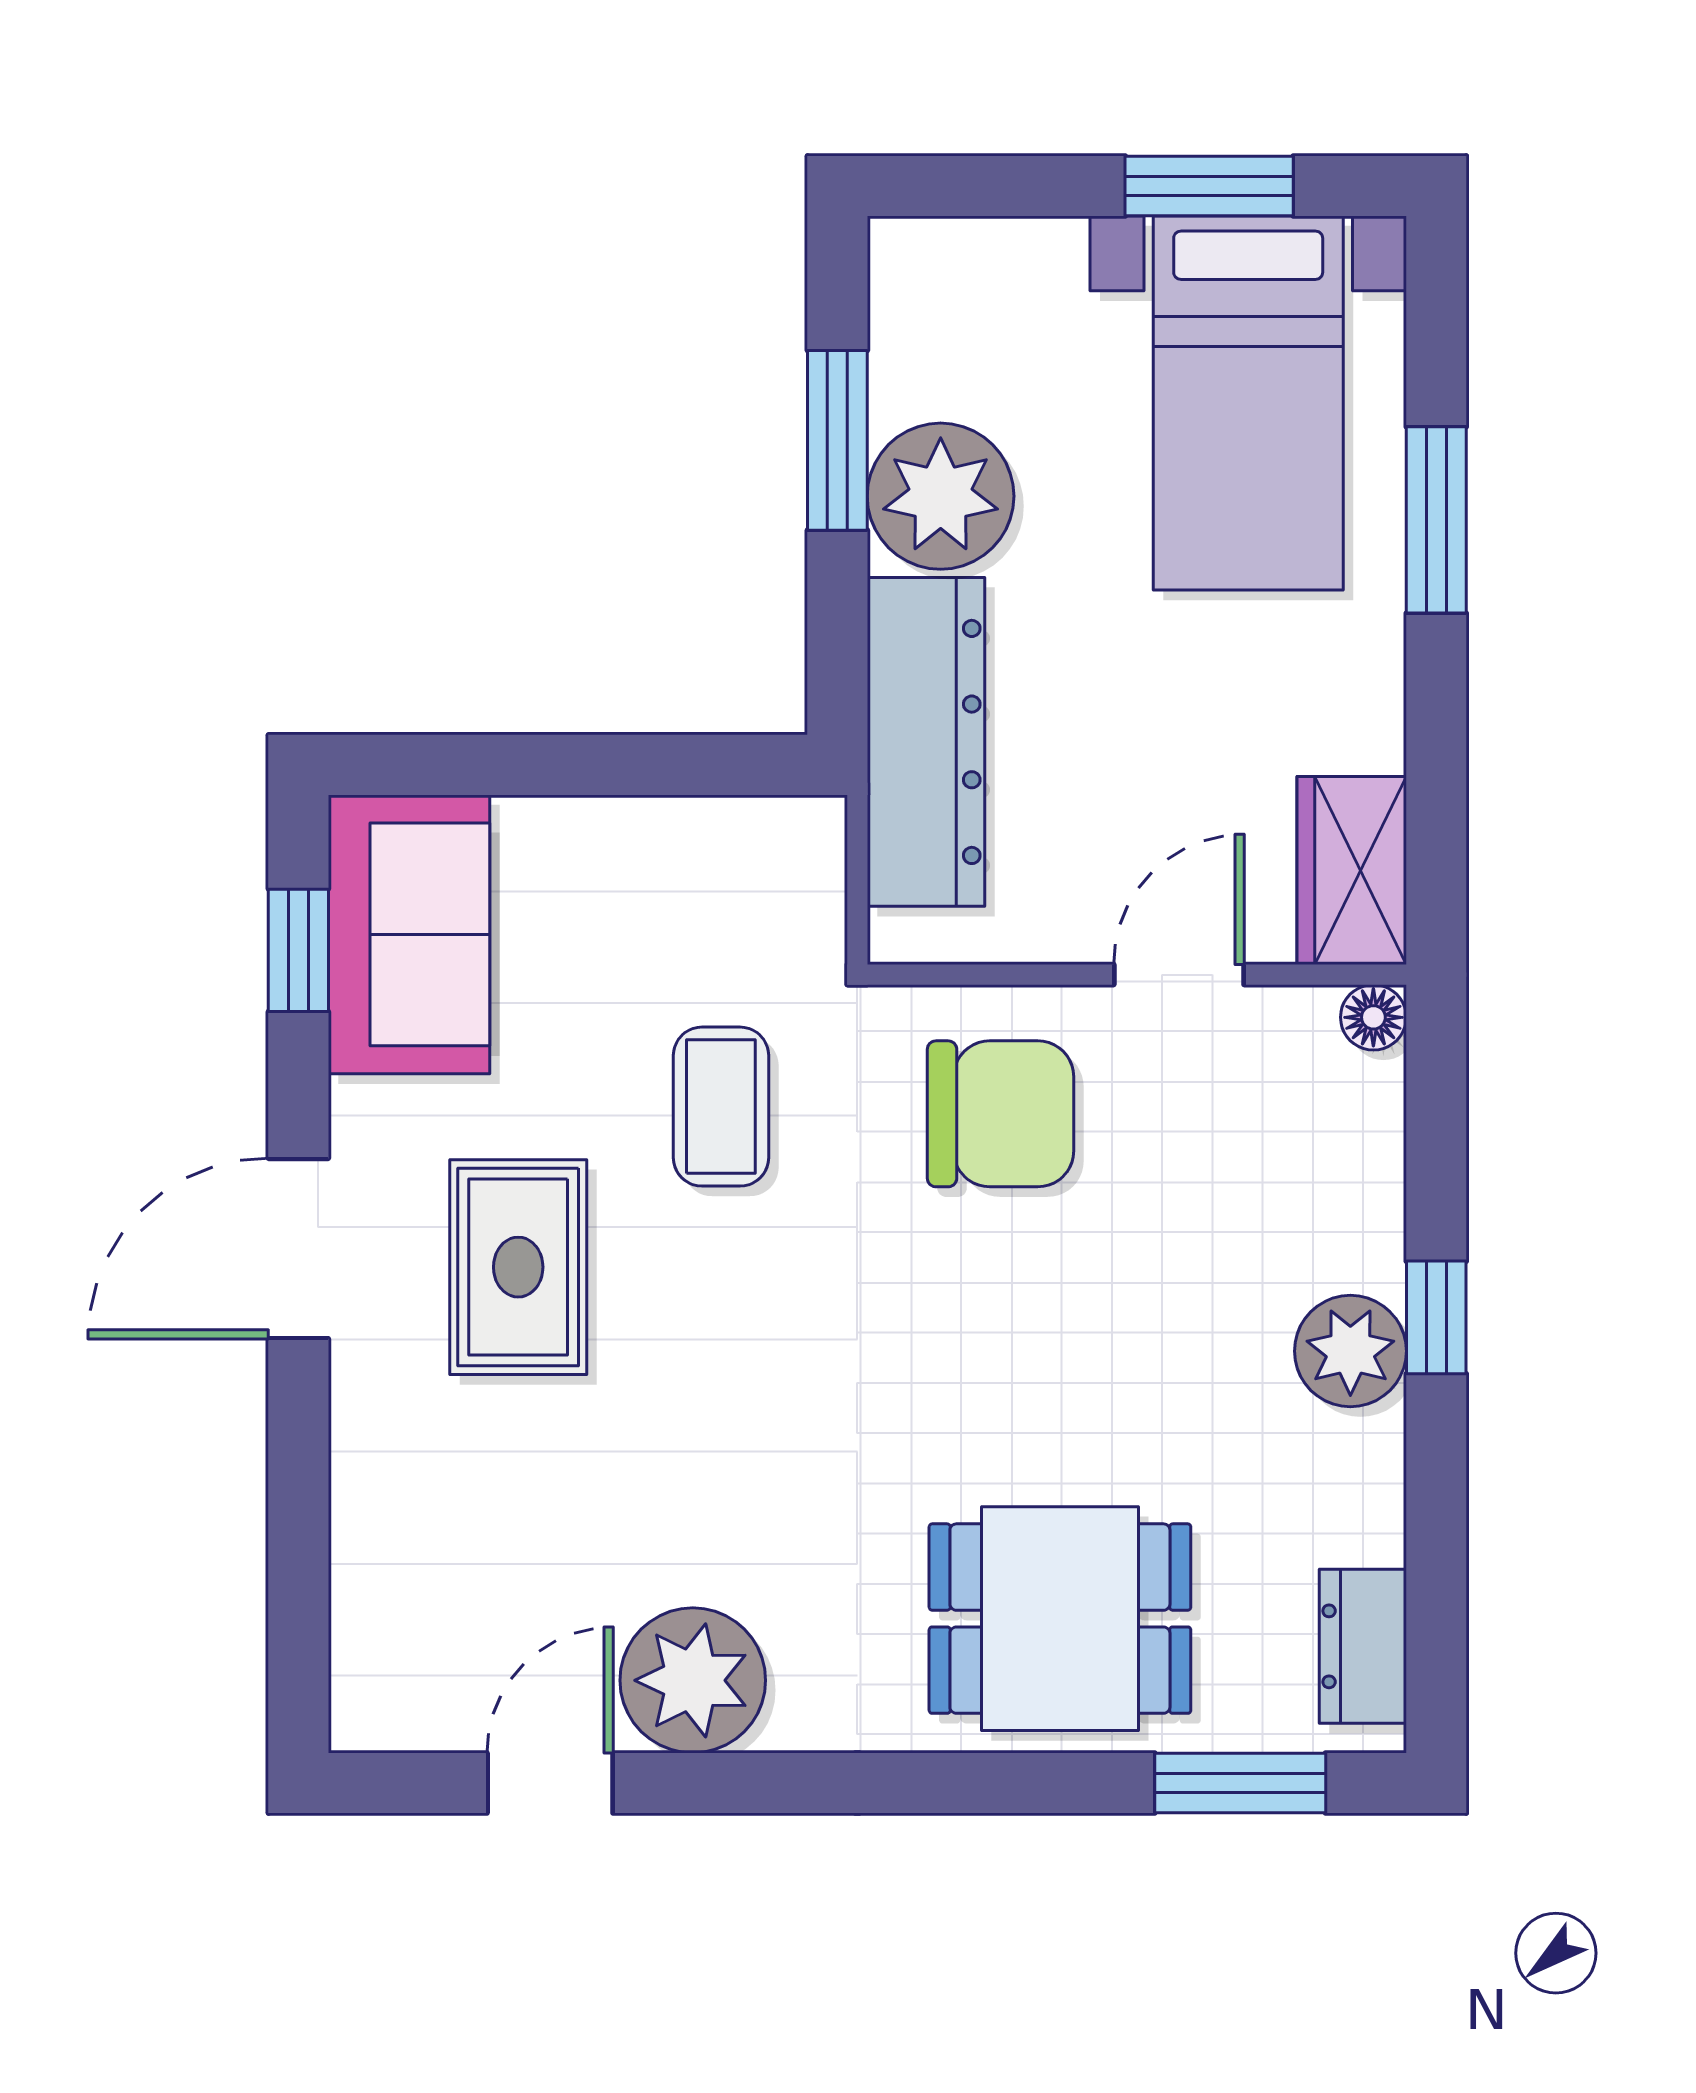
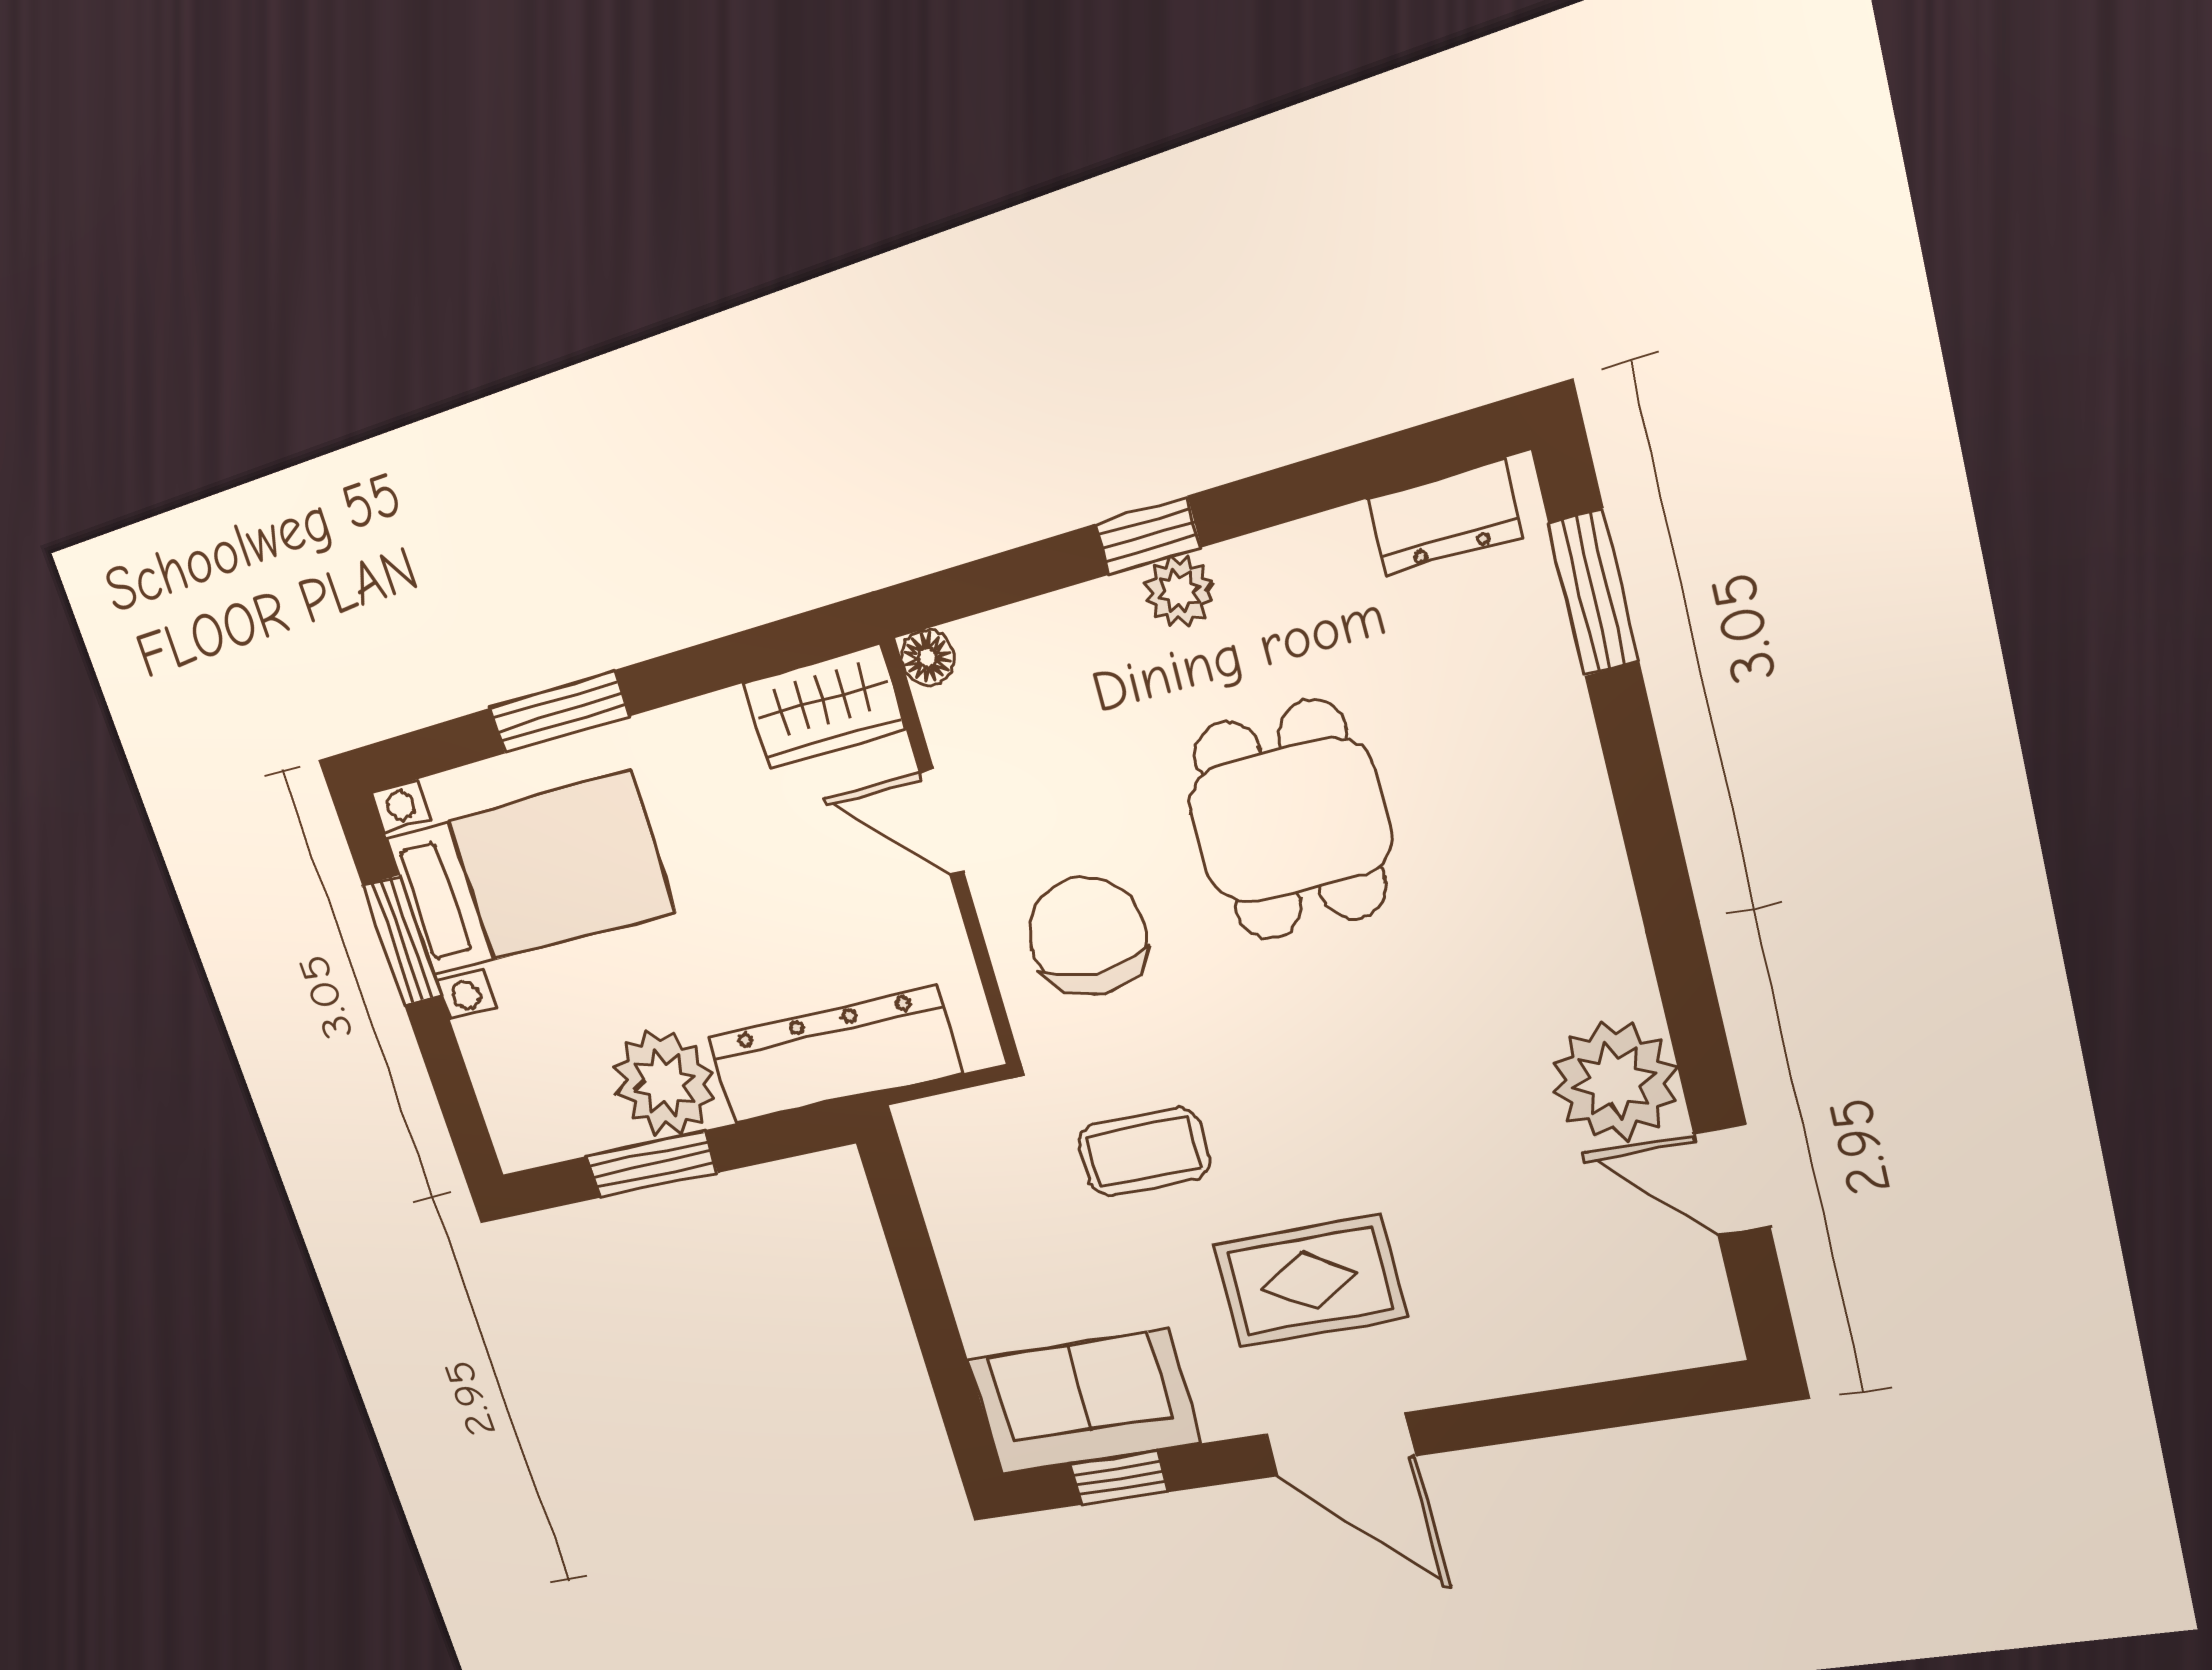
plant: (1350, 1351) -> (1179, 592), width x0.73, depth x0.73
dining table: (1060, 1619) -> (1290, 821), moved

